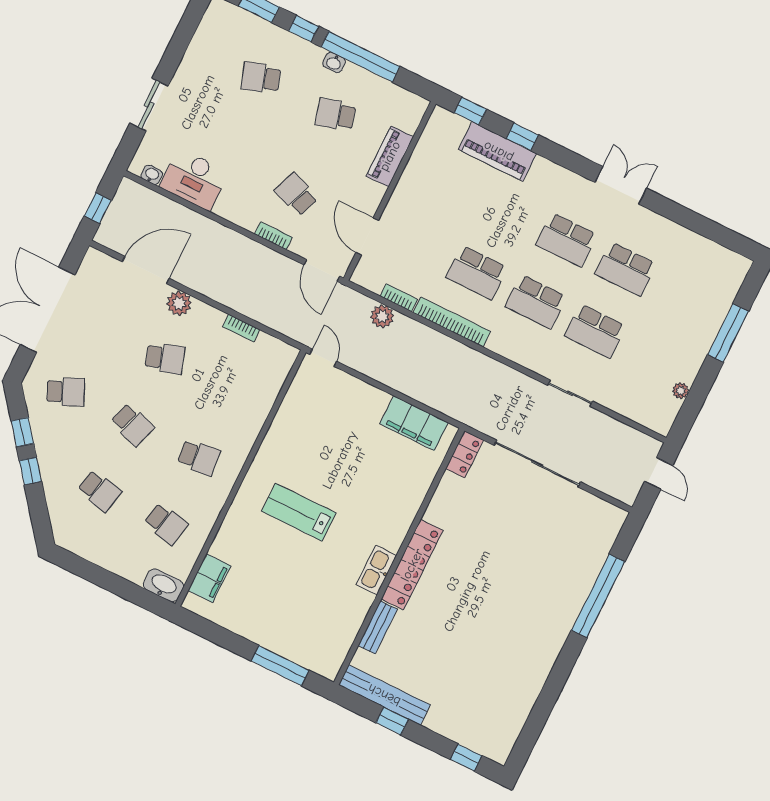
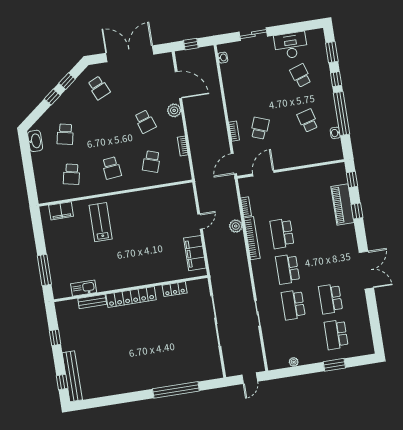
washbasin: (334, 62) -> (335, 133), moved
piano: (390, 156) -> (306, 158), removed
desk: (194, 179) -> (291, 45), moved, turned 90
double door: (621, 185) -> (366, 270), width x1.37
school desk: (566, 240) -> (336, 335), moved
plant: (382, 316) -> (236, 226), moved
window: (728, 333) -> (334, 365), width x0.69
door: (323, 358) -> (200, 221), moved
school desk: (132, 425) -> (151, 162), moved
locker: (465, 454) -> (175, 289), moved
lab bench: (299, 512) -> (101, 222), moved
kitchen sink: (377, 570) -> (84, 288), moved
washbasin: (163, 585) -> (35, 141), moved
bench: (384, 695) -> (72, 376), moved

